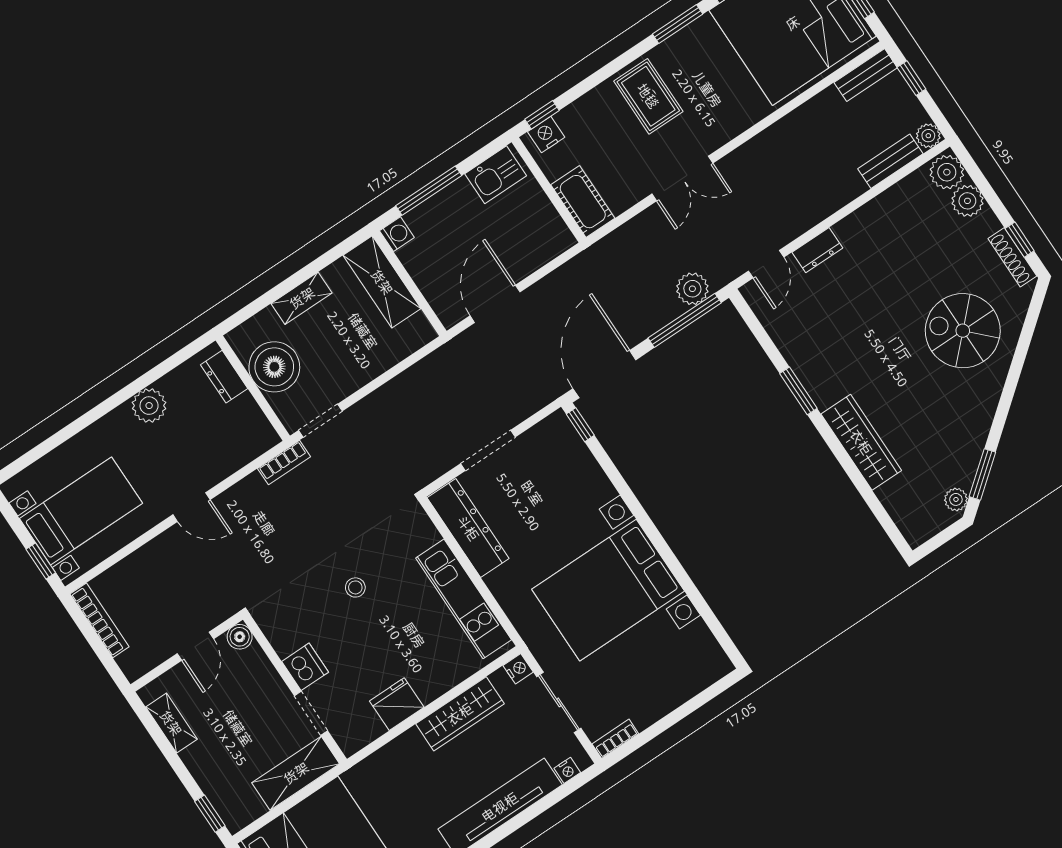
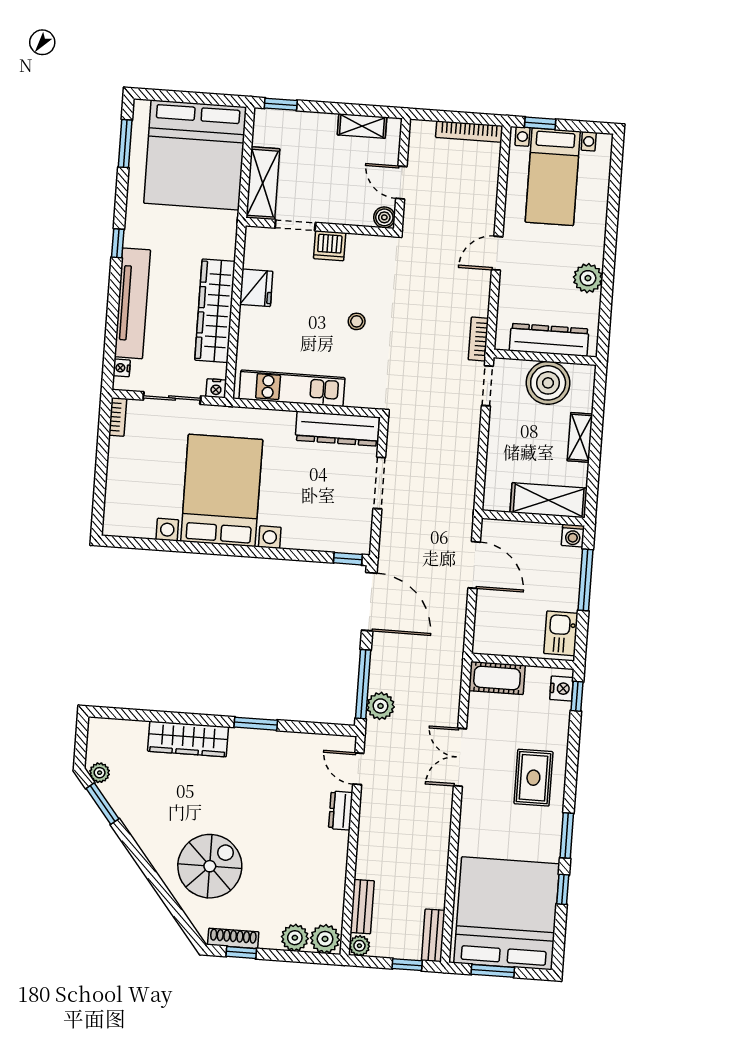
rug: (648, 96) -> (533, 778), turned 90
dresser: (224, 377) -> (549, 340), width x1.96, depth x1.24
wardrobe: (460, 714) -> (215, 311), width x1.40, depth x1.17

